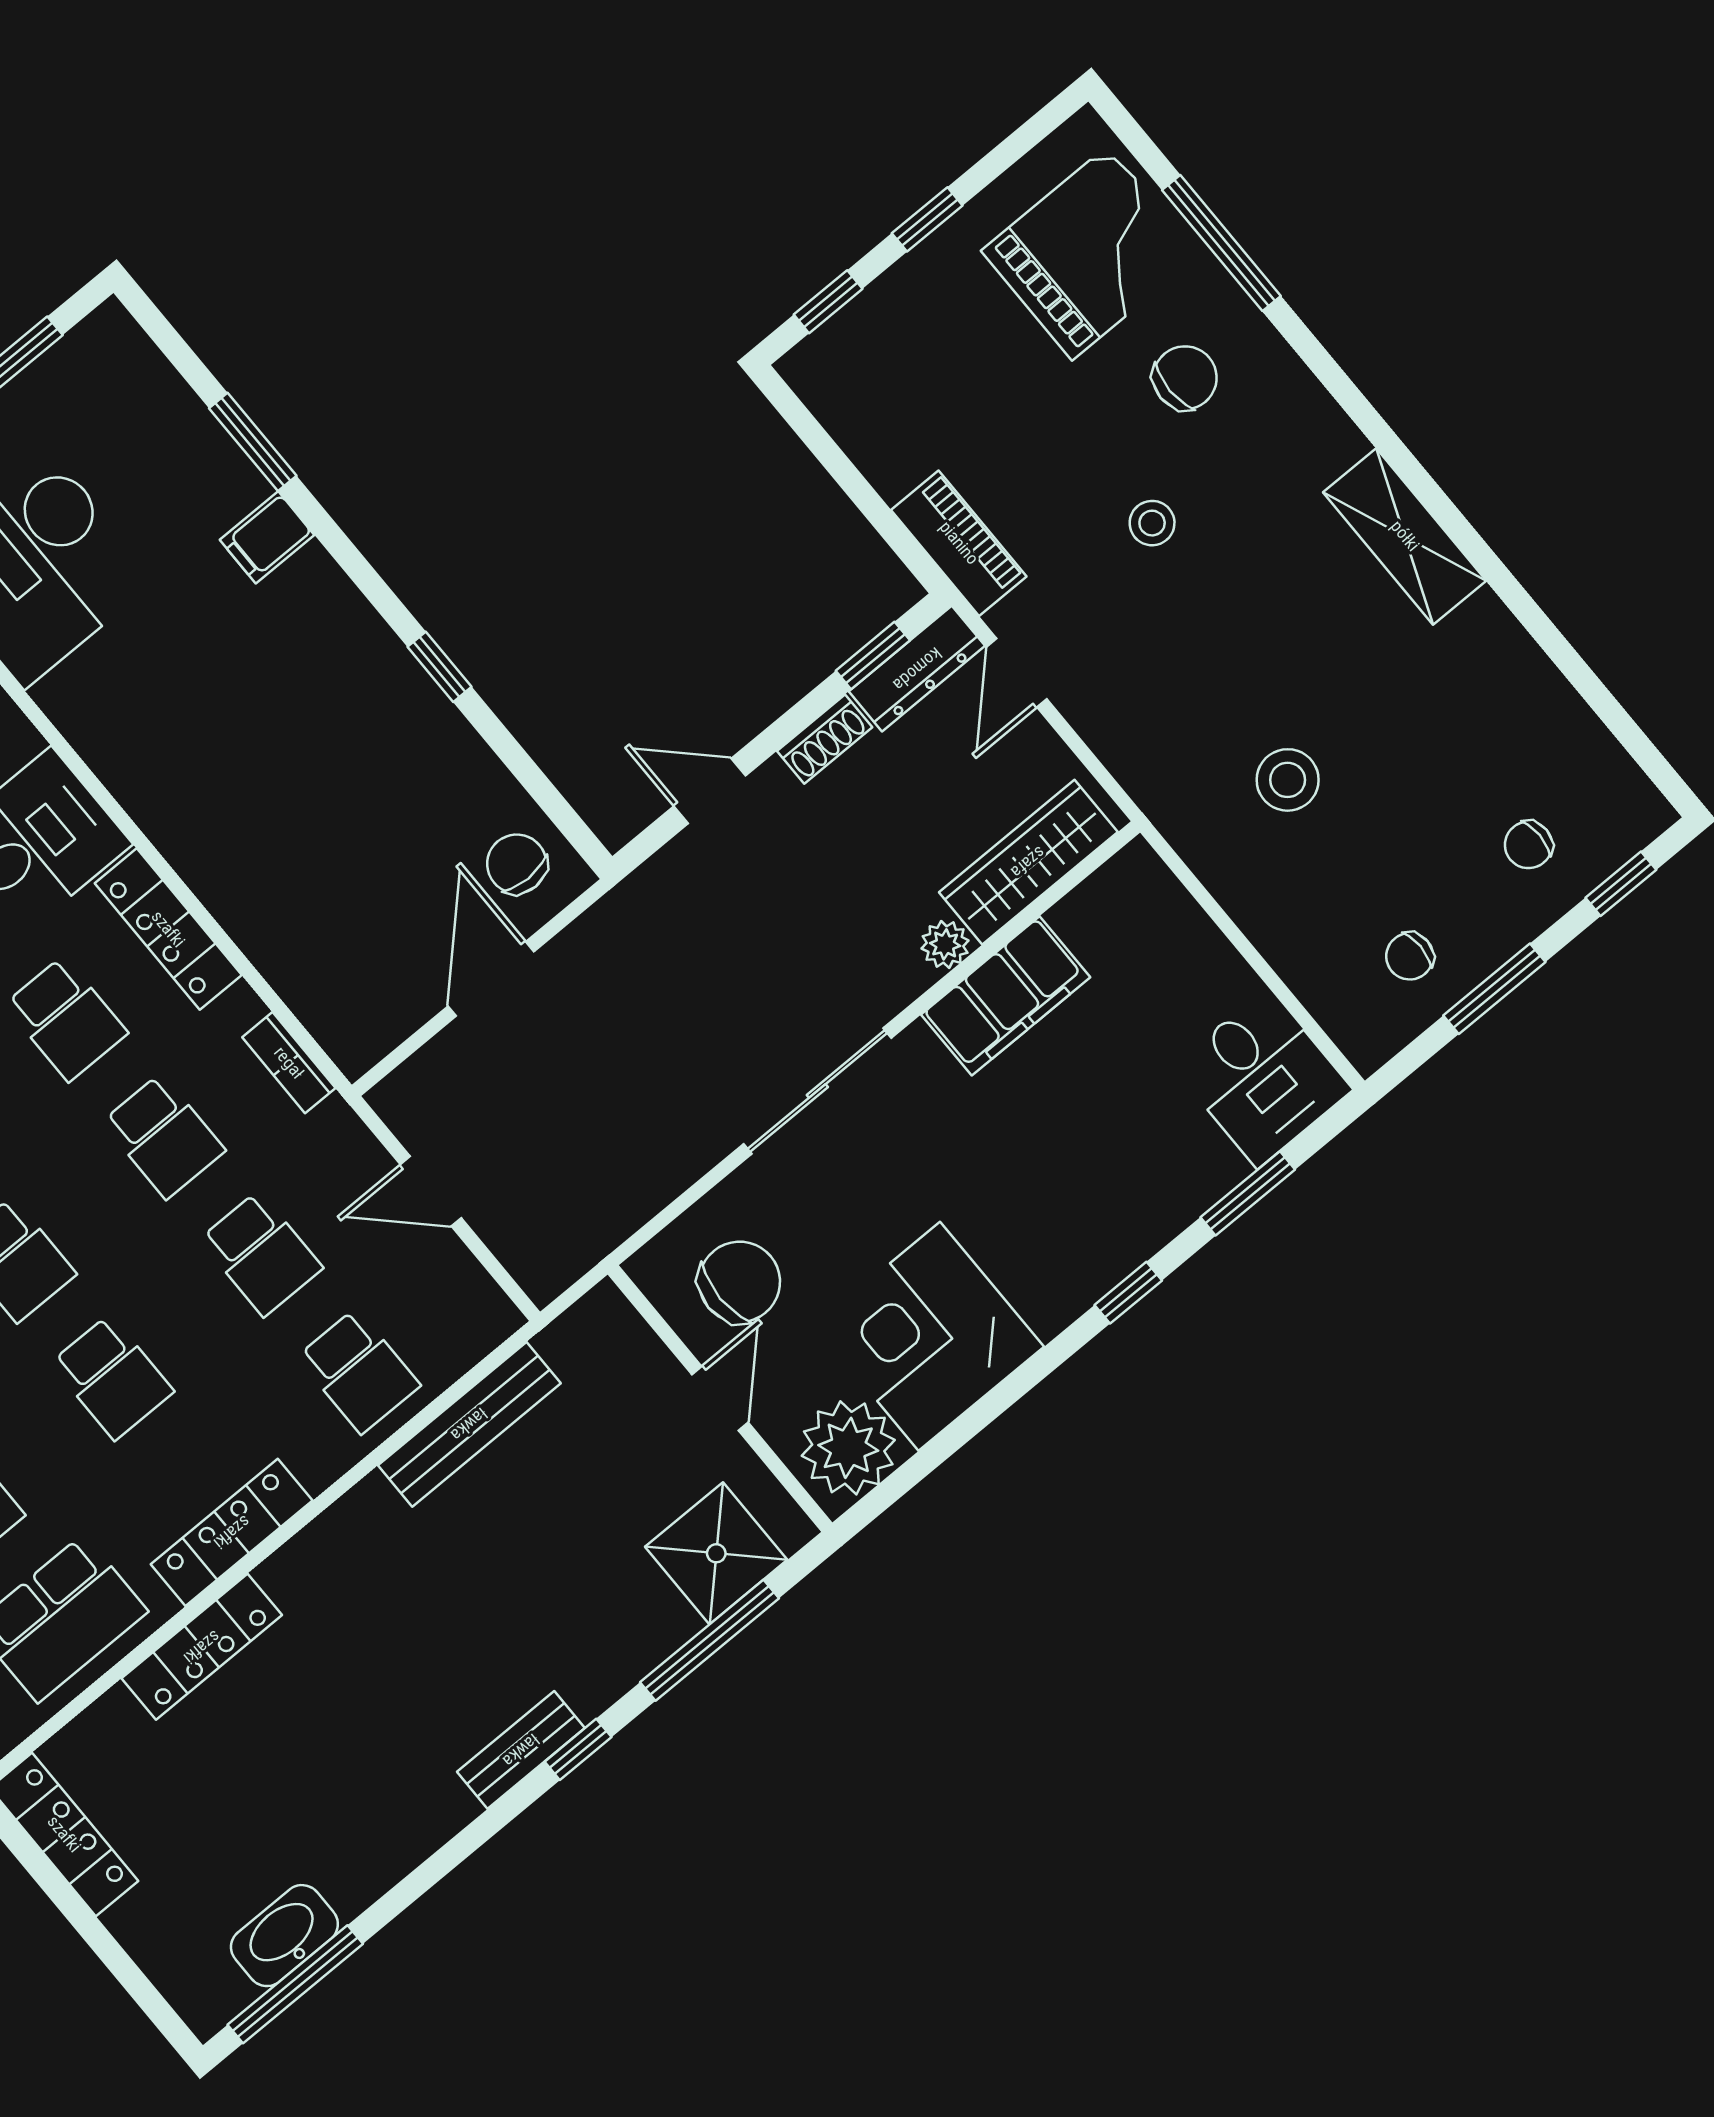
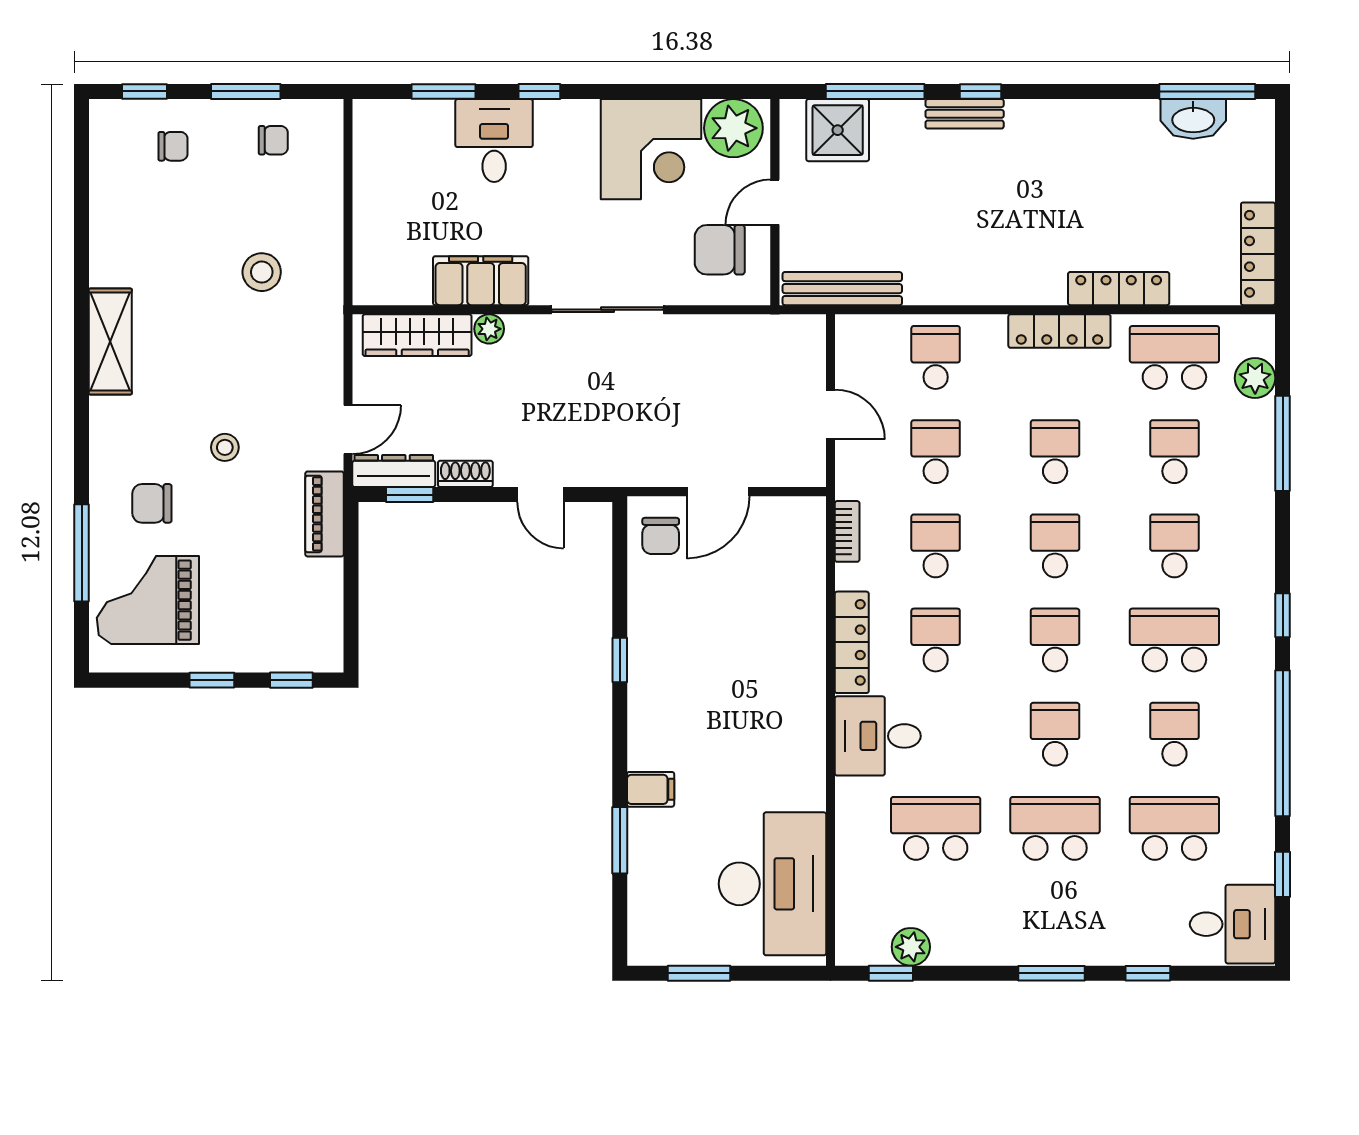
desk: (1262, 1078) -> (494, 141), moved
bench: (469, 1424) -> (842, 289), moved
bench: (521, 1750) -> (965, 114), moved

